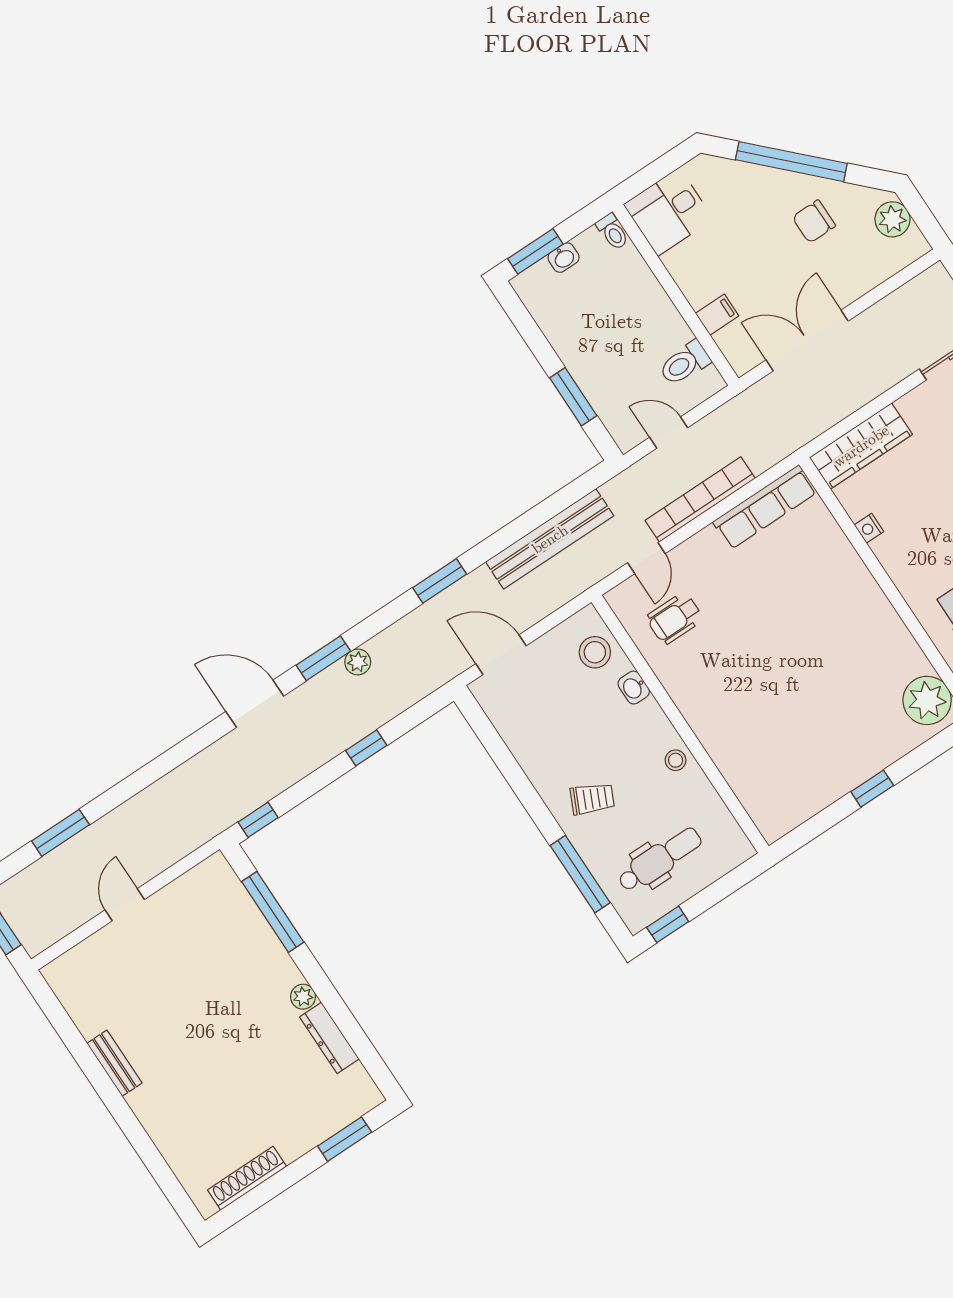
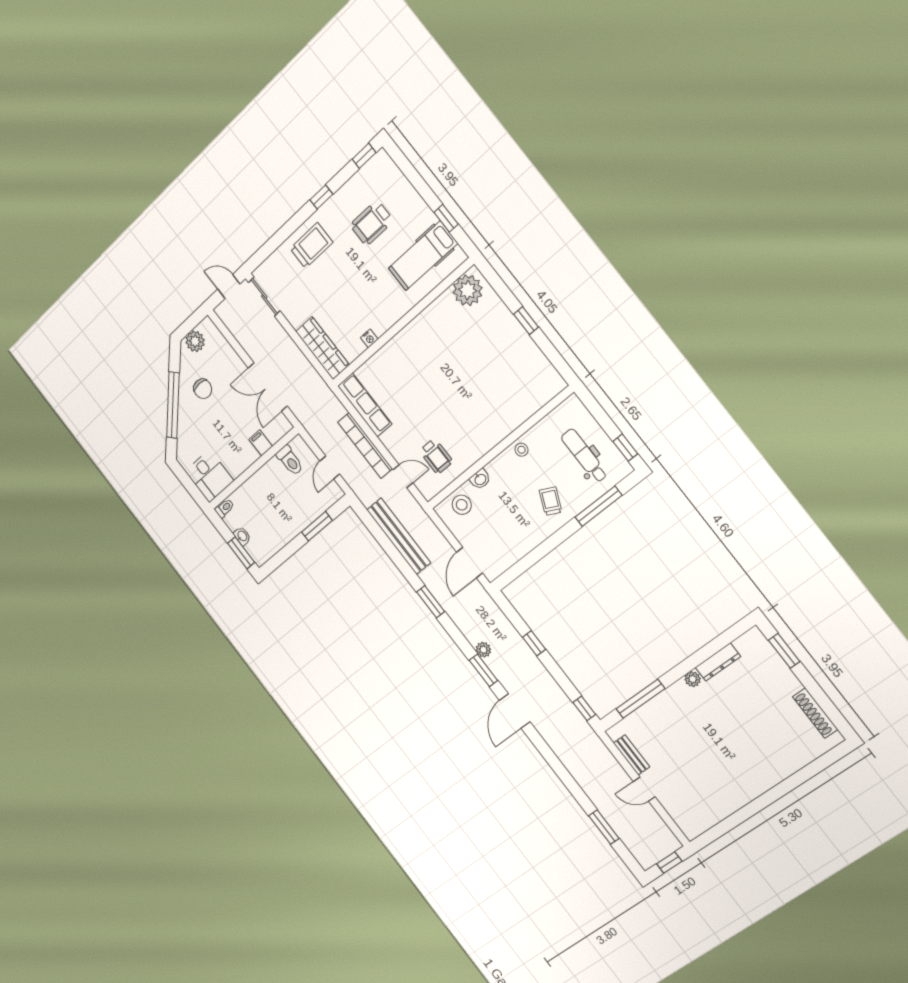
bench: (114, 1063) -> (632, 755), moved, turned 90

